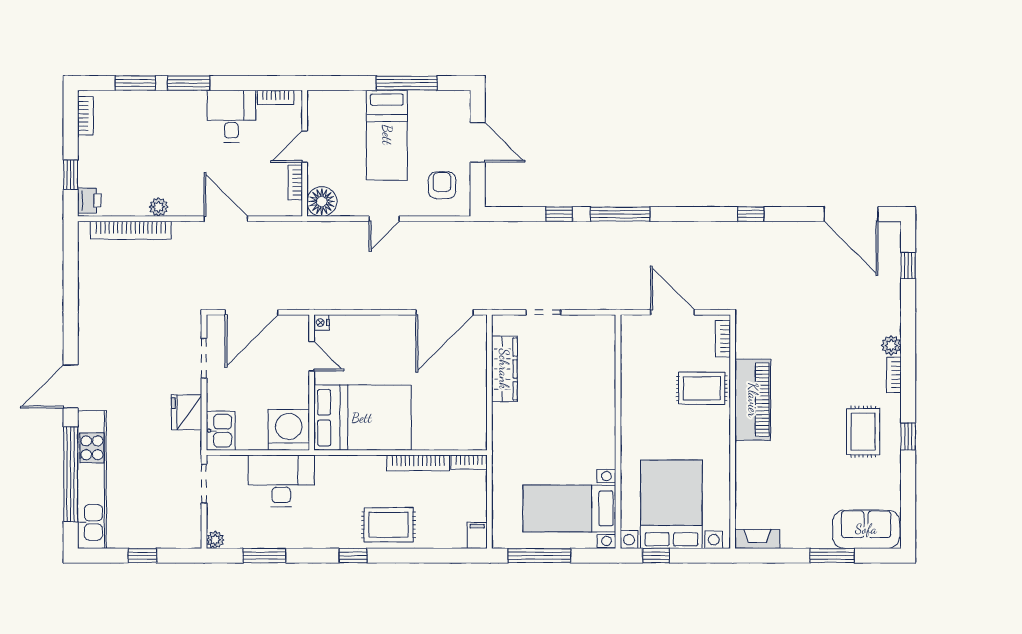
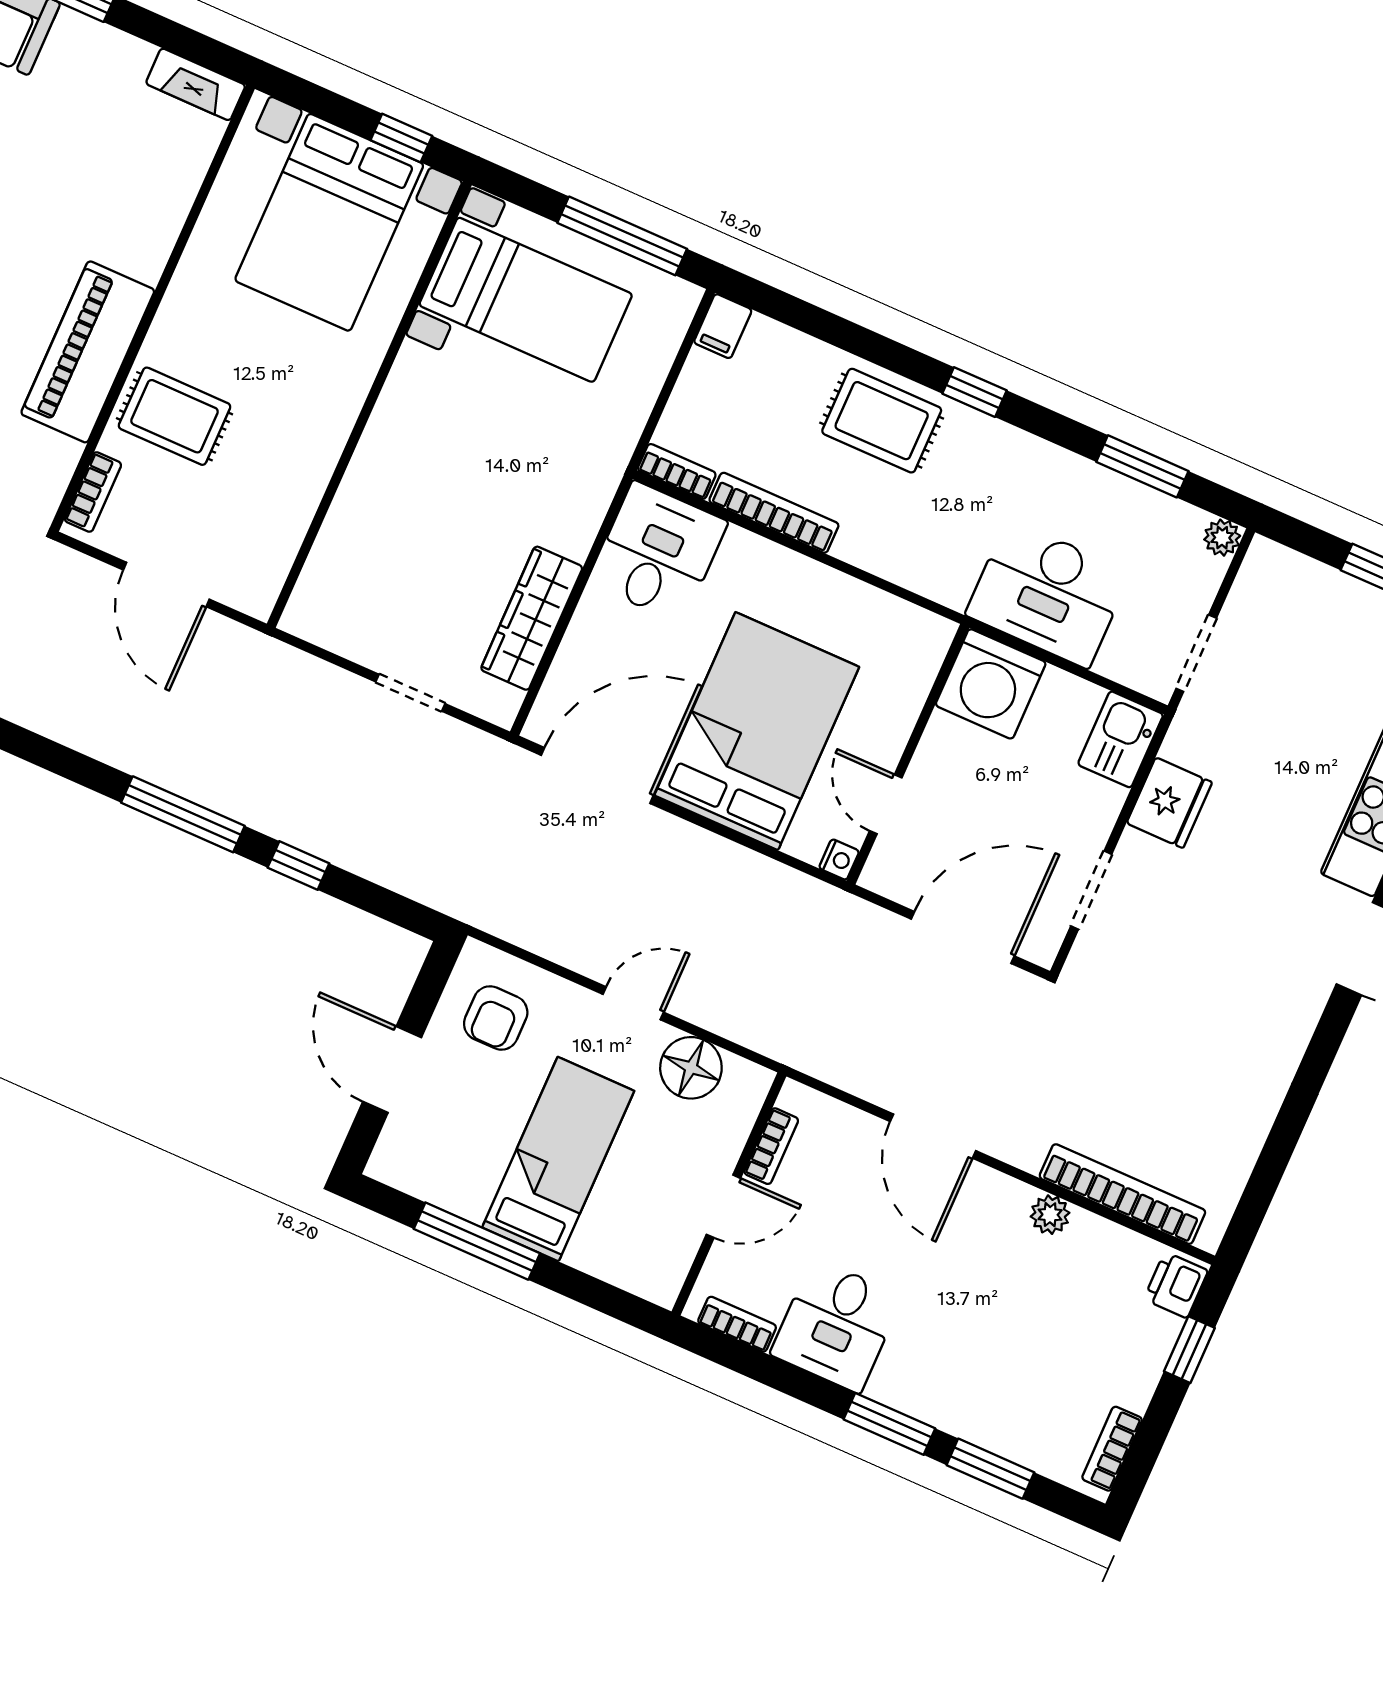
floor lamp: (322, 202) -> (691, 1068), moved
bed: (362, 418) -> (757, 731), moved, turned 90
desk: (462, 423) -> (658, 552), added

